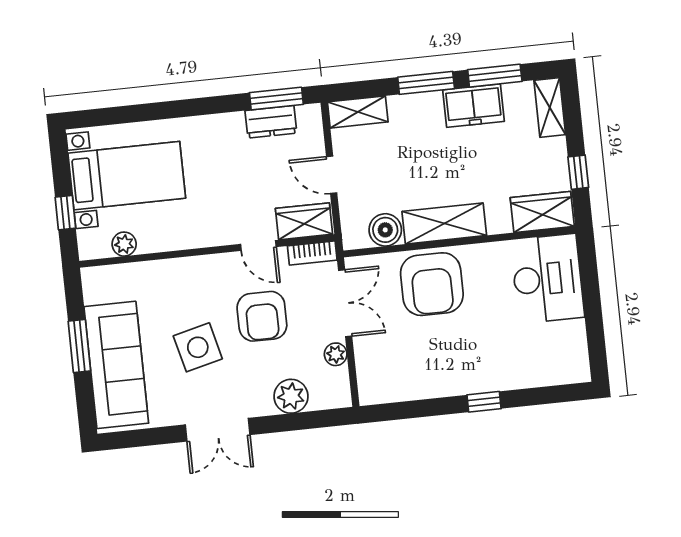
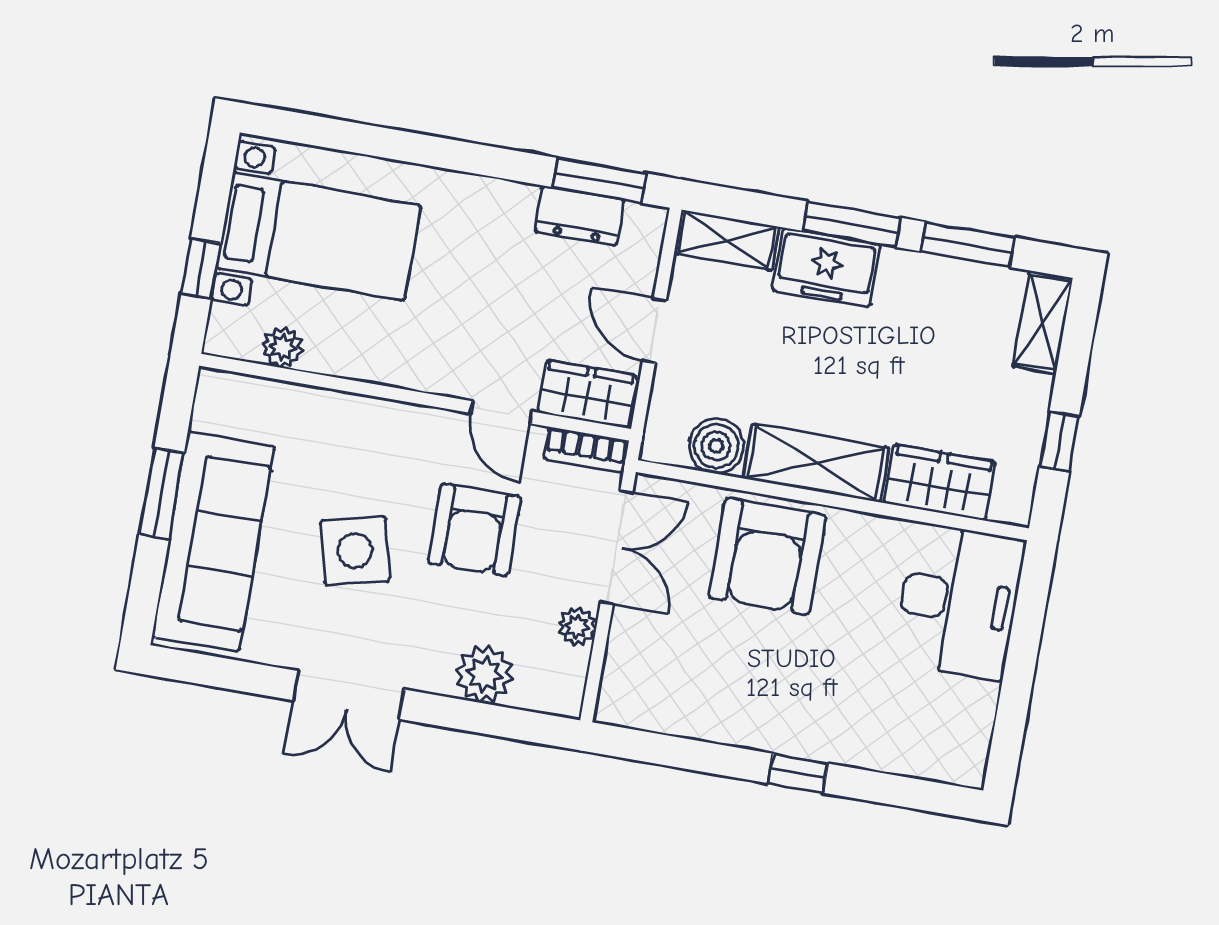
freezer: (474, 106) -> (826, 267), moved
wardrobe: (542, 212) -> (940, 482), moved

